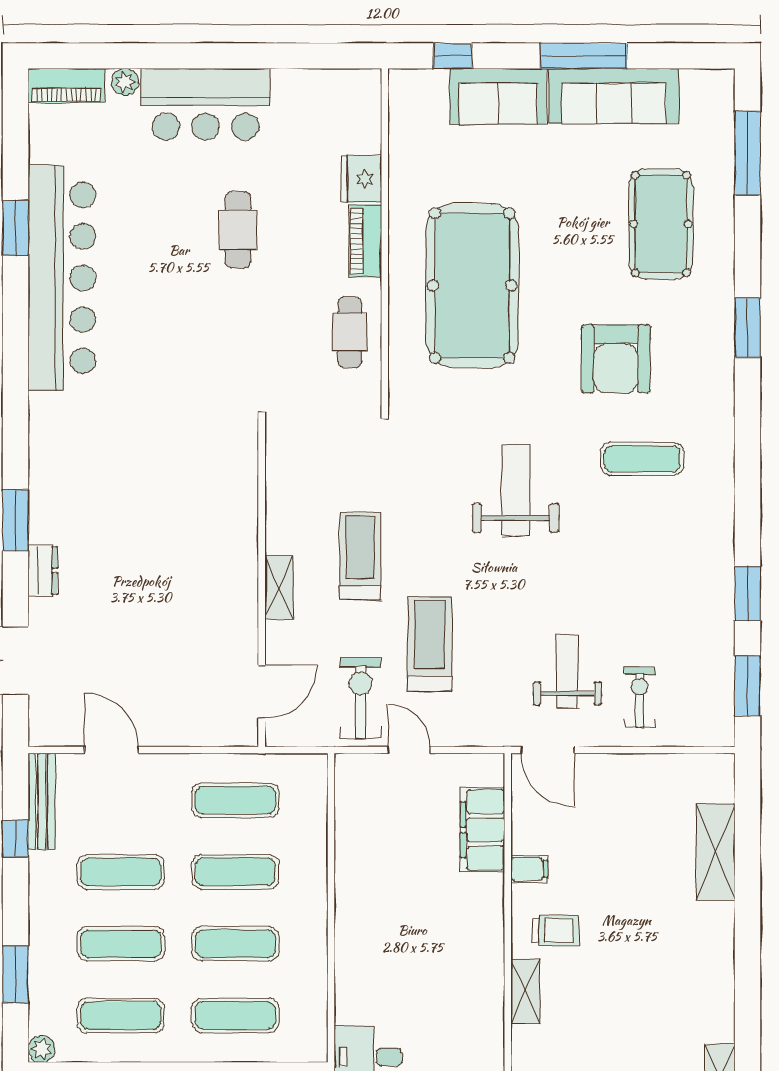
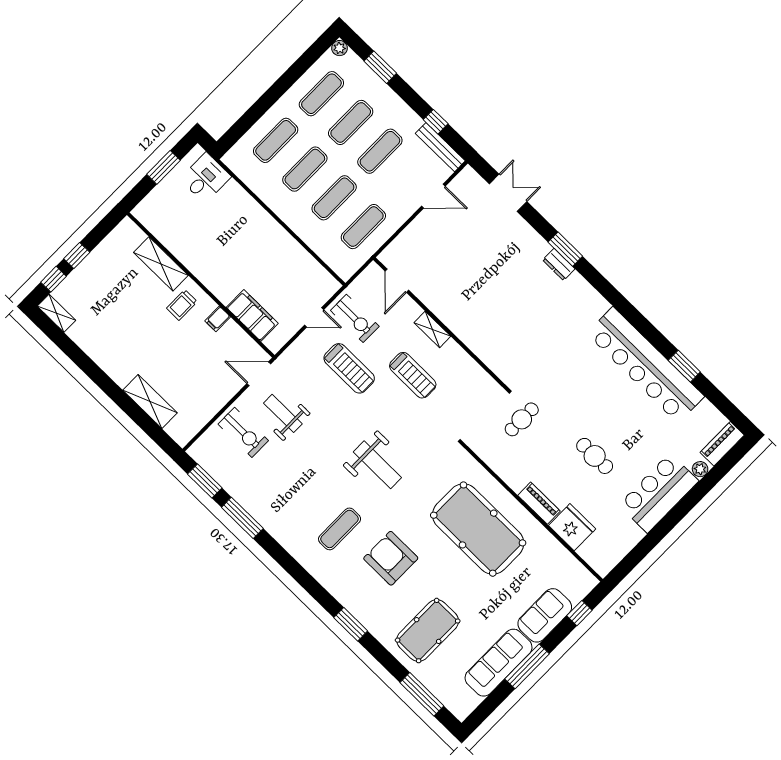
fridge: (361, 179) -> (572, 527), width x1.36, depth x1.34
pool table: (661, 224) -> (428, 631), turned 90
cafe table: (350, 332) -> (522, 419), moved, turned 90
dresser: (43, 570) -> (559, 264), moved
window: (748, 594) -> (242, 518), width x1.44
weight bench: (567, 671) -> (283, 413), turned 180
exercise bike: (640, 698) -> (243, 432), width x1.38, depth x1.39
shelving: (525, 991) -> (161, 264), width x1.50, depth x1.33

